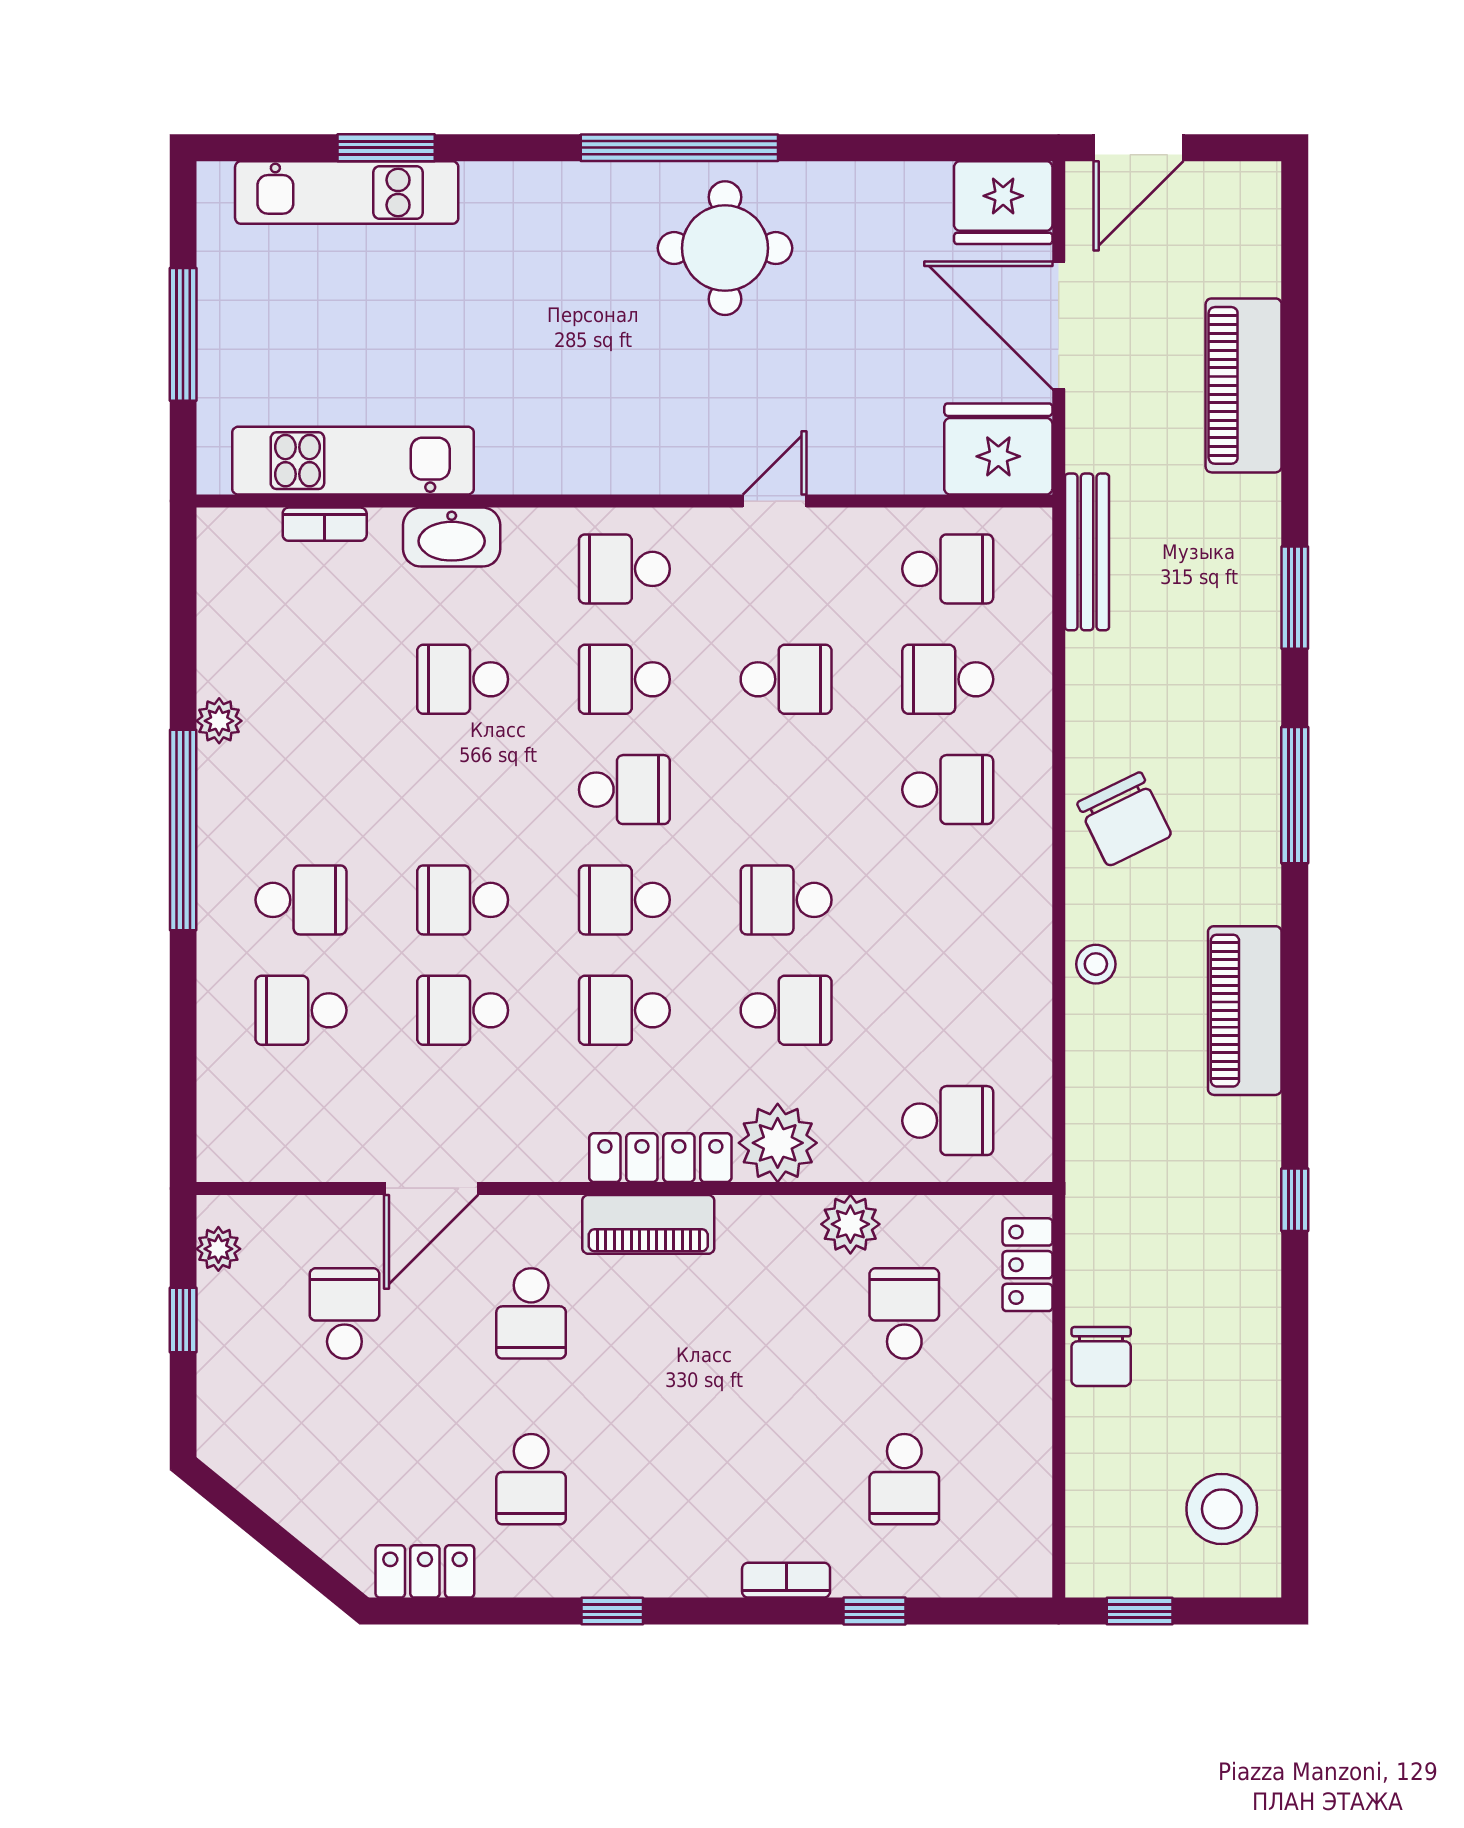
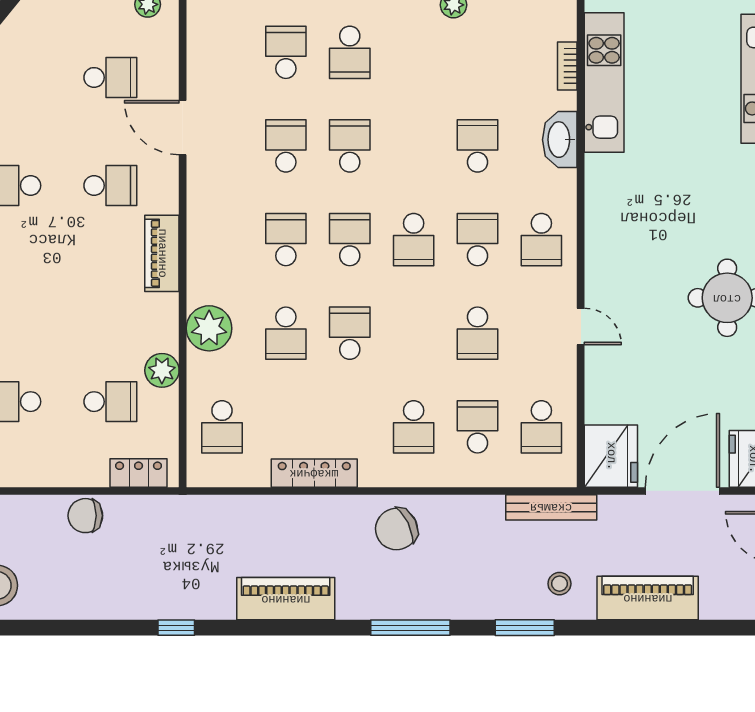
school desk: (624, 569) -> (541, 240), turned 180
stool: (1096, 964) -> (559, 584), moved
locker: (660, 1158) -> (314, 473), moved, turned -90
school desk: (531, 1313) -> (110, 186), turned 180

